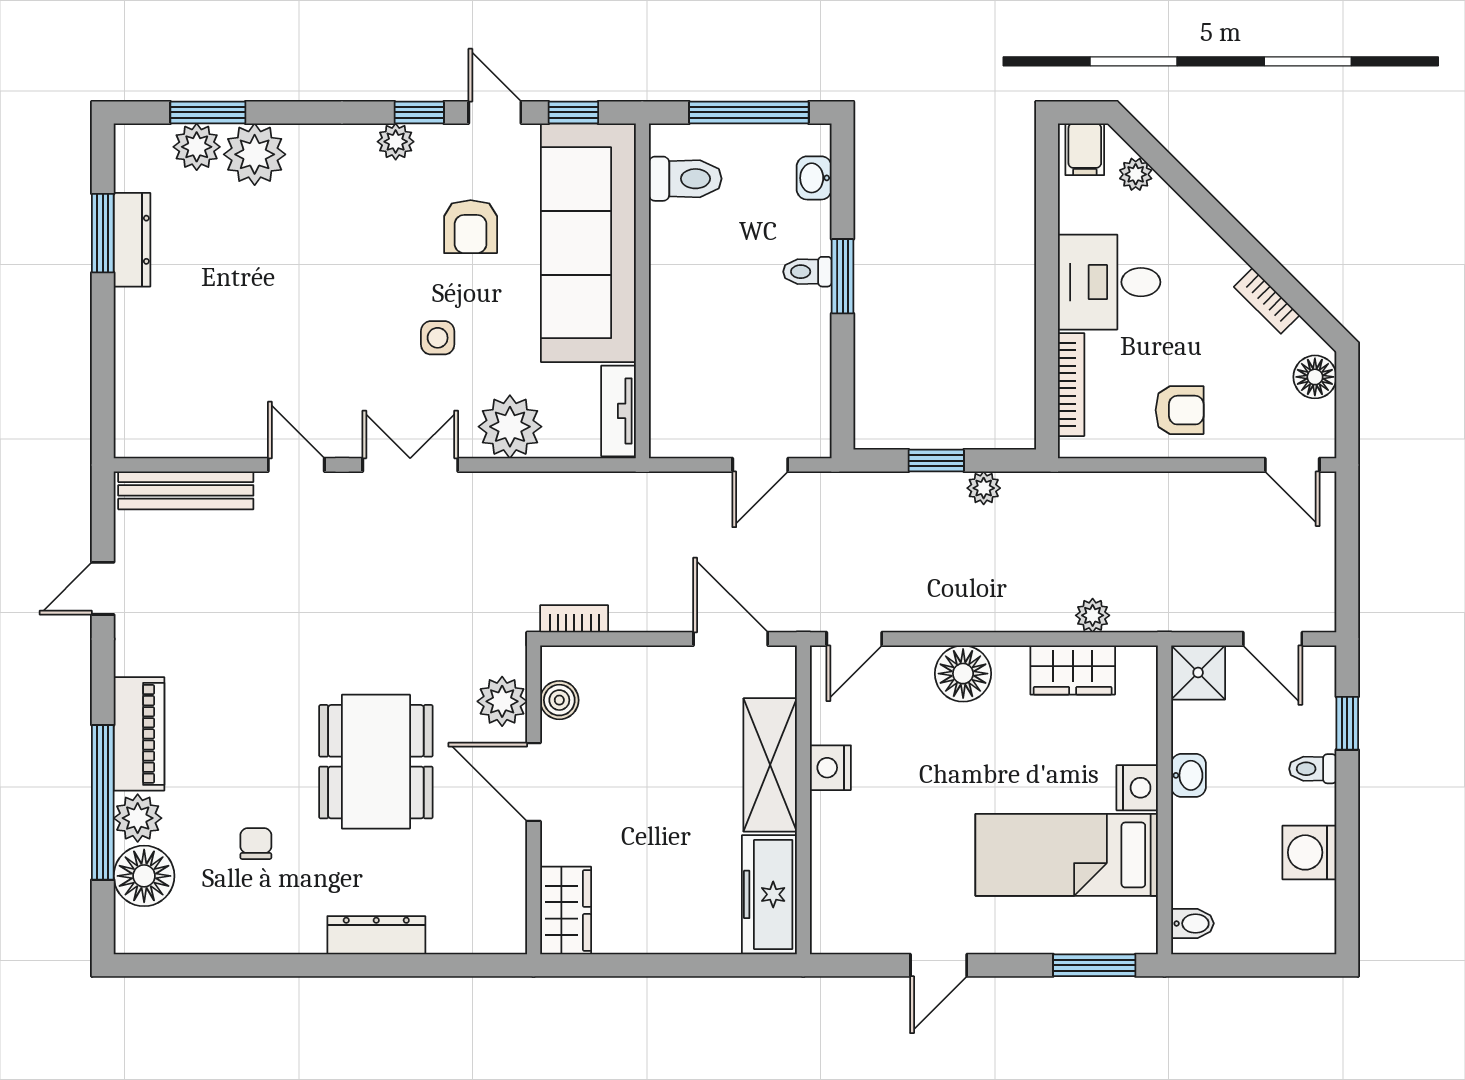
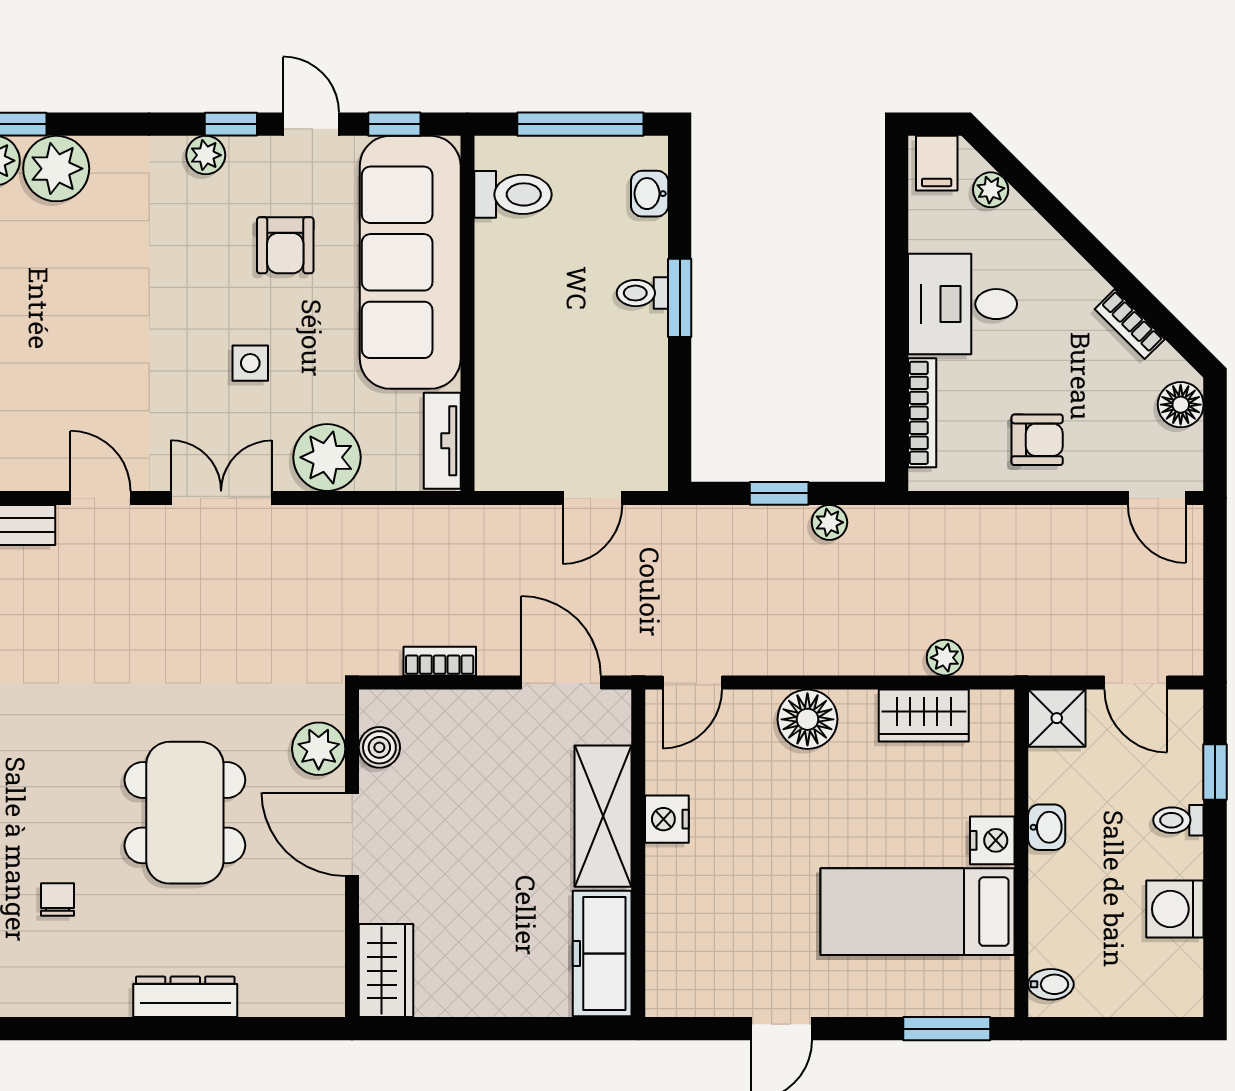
bookcase: (574, 619) -> (440, 661), moved

